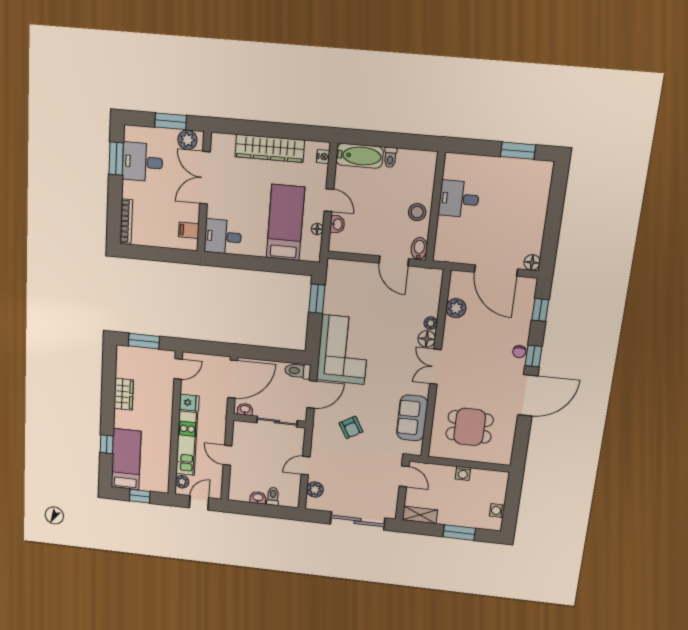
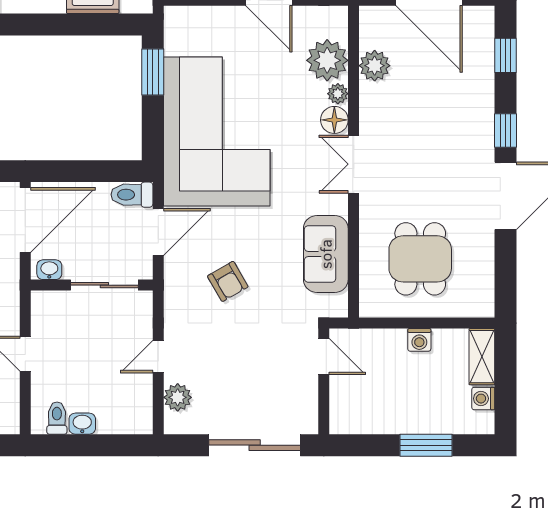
plant: (426, 302) -> (327, 60), added
corner sofa: (343, 350) -> (217, 132), width x1.36, depth x1.36
chair: (519, 352) -> (482, 126), removed
dining table: (470, 427) -> (420, 259), turned 90
toilet: (273, 496) -> (57, 418), moved
shelving: (420, 515) -> (482, 357), moved, turned 90

